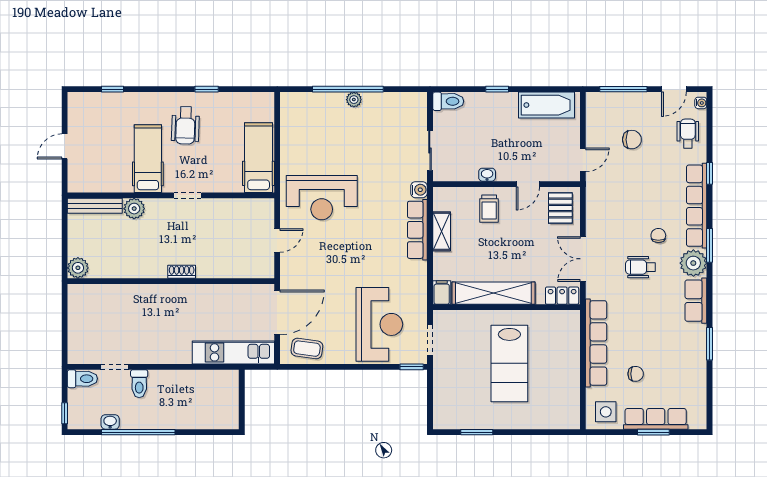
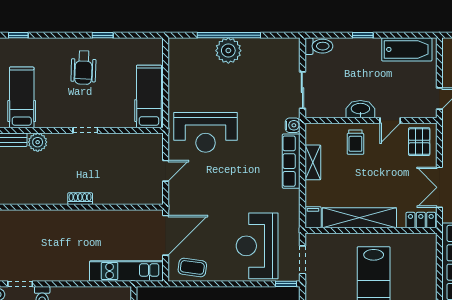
plant: (354, 100) -> (228, 51), width x1.87, depth x1.87
hospital bed: (148, 159) -> (22, 97), moved
washbasin: (487, 175) -> (360, 109), width x1.91, depth x1.45
reception desk: (379, 324) -> (257, 246), turned 180

